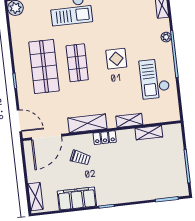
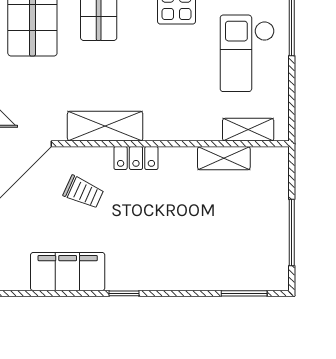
shelving: (129, 120) -> (248, 130), moved

